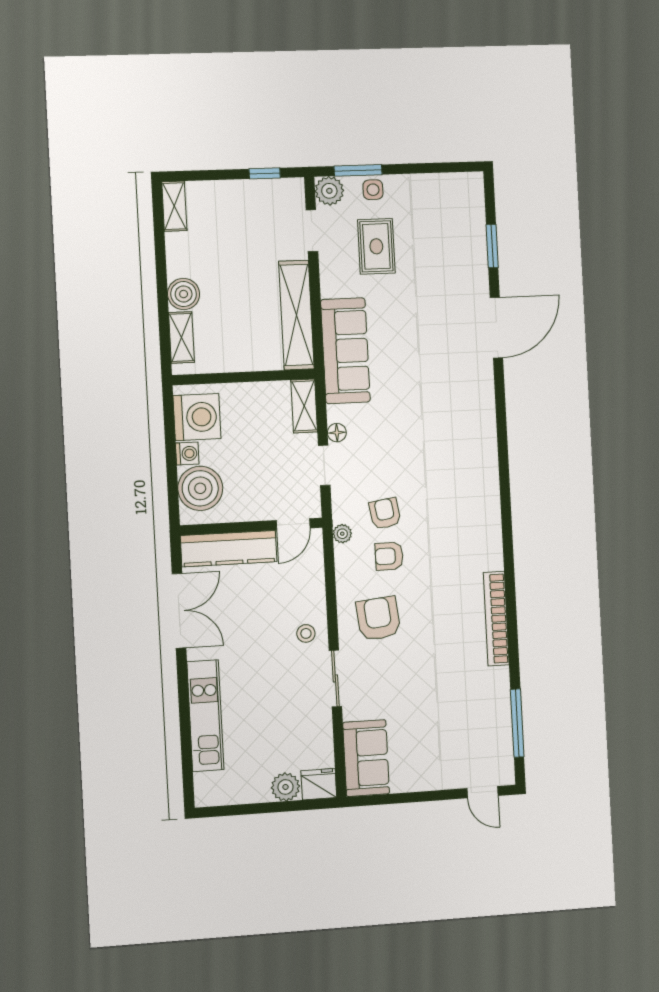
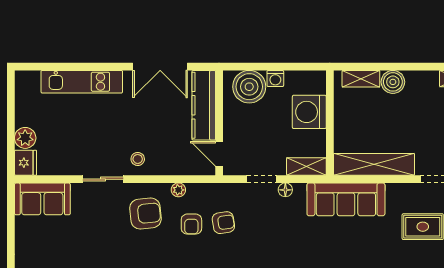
washing machine: (197, 417) -> (309, 112), moved, turned 90
plant: (342, 534) -> (178, 190), moved
armchair: (389, 556) -> (191, 224), turned 180

